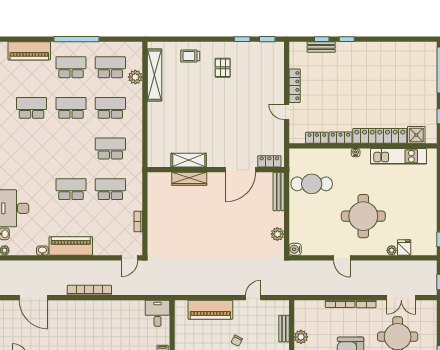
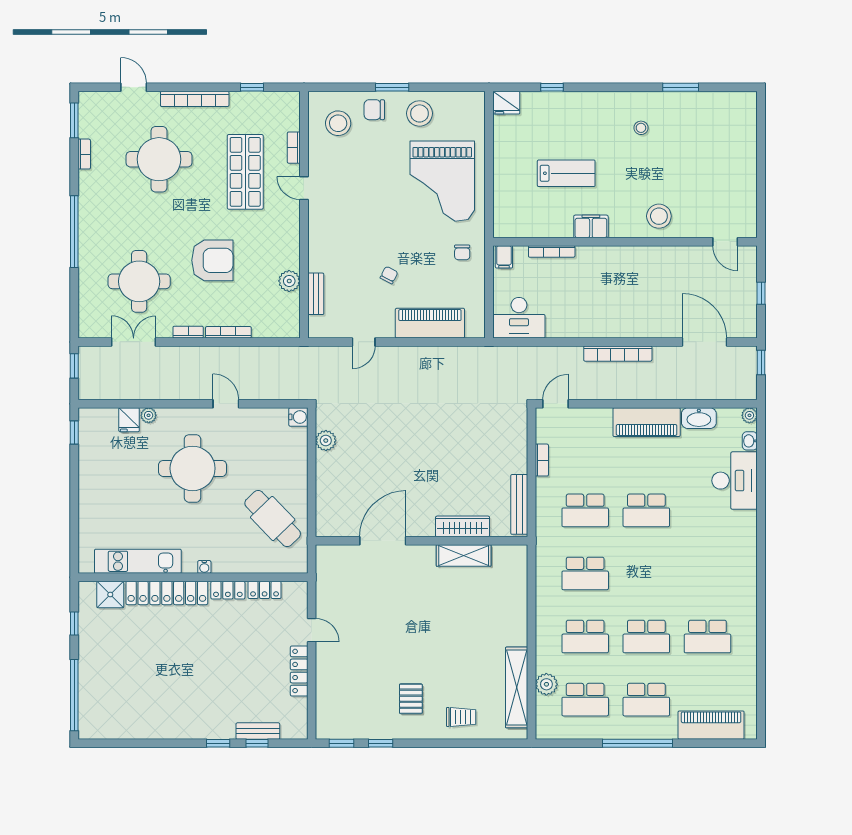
locker: (269, 161) -> (338, 554), removed
cafe table: (312, 184) -> (273, 519), turned 46
bench: (279, 191) -> (519, 504), moved
washbasin: (42, 251) -> (699, 418), width x1.91, depth x1.45
desk: (158, 313) -> (519, 318), width x1.37

